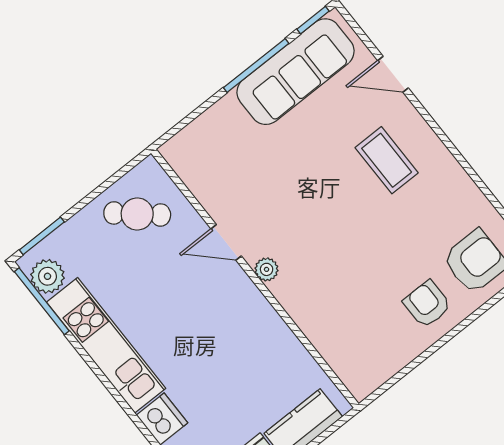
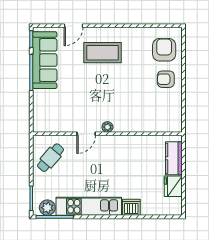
coffee table: (387, 160) -> (103, 53), width x1.36, depth x1.32

